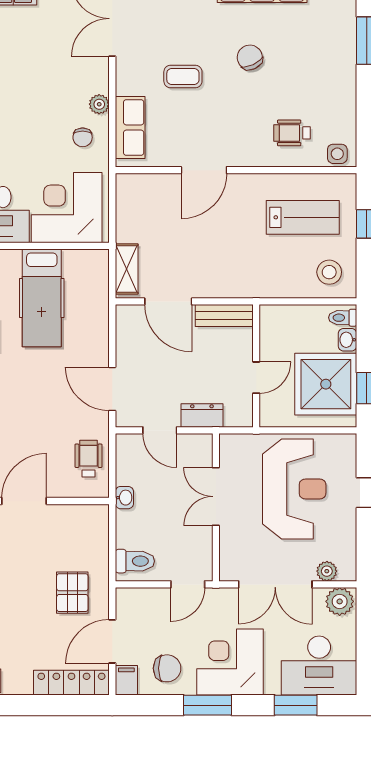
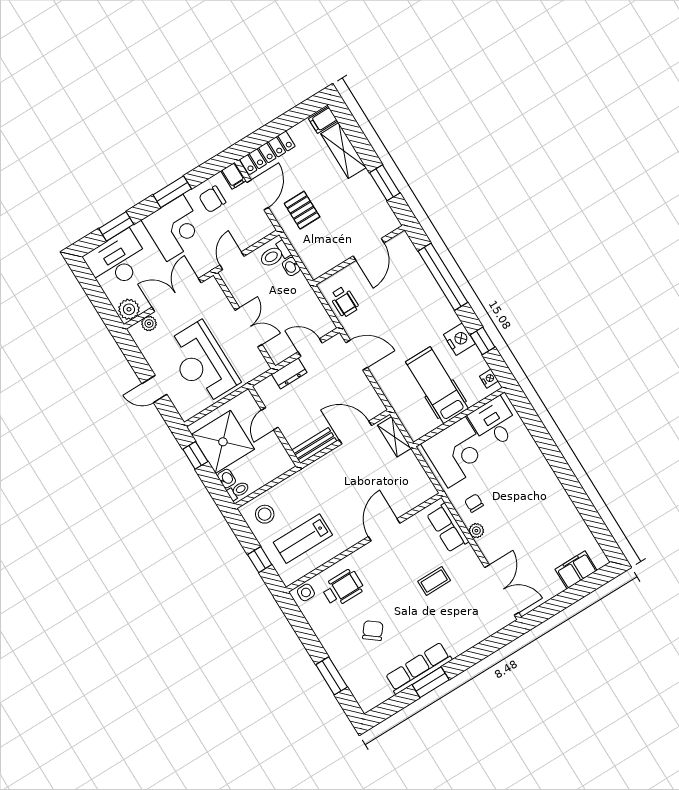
chair: (250, 57) -> (373, 631), moved, turned -117
wheelchair: (292, 133) -> (343, 588), width x1.36, depth x1.37
washbasin: (124, 498) -> (291, 267), moved

